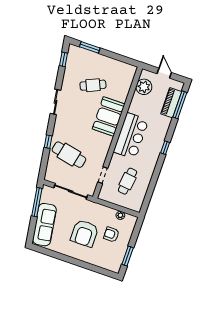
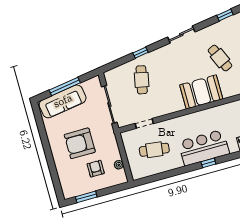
bar counter: (131, 136) -> (204, 148), moved, turned 180
cafe table: (69, 155) -> (142, 80), width x0.73, depth x0.74
window: (37, 202) -> (65, 86), moved

